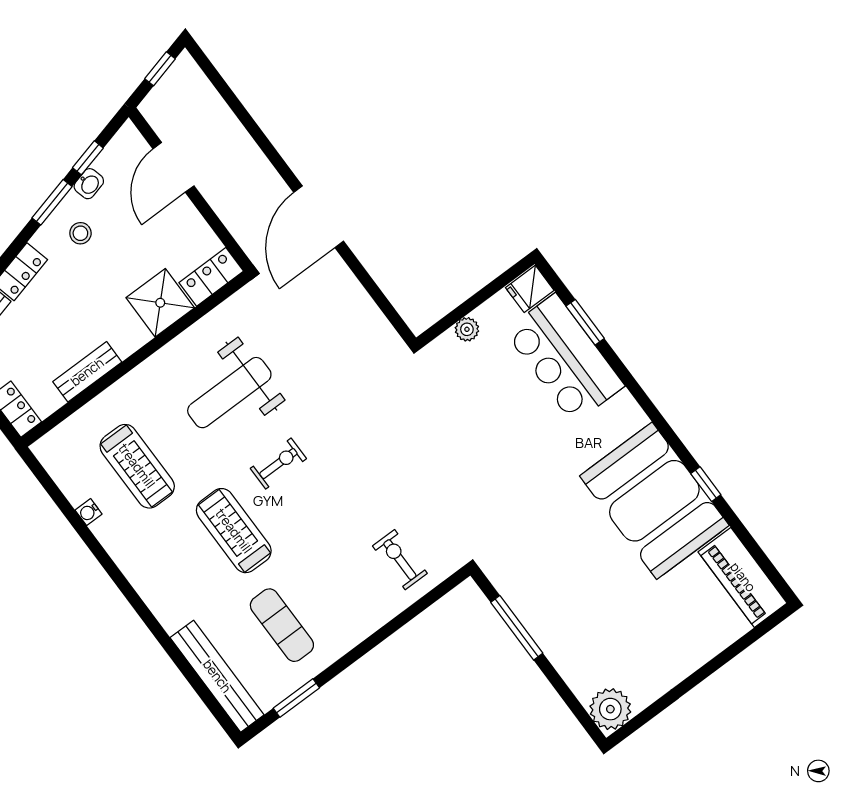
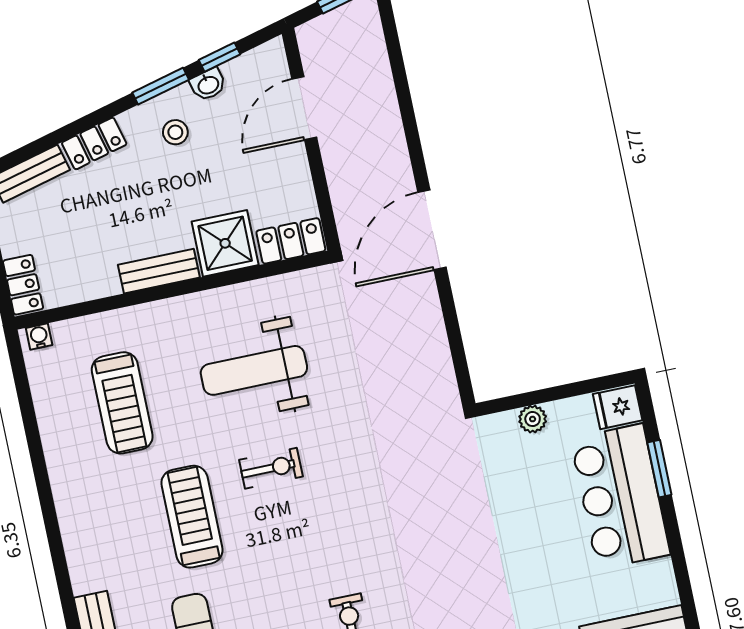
bench: (87, 372) -> (159, 271), moved
water cooler: (89, 512) -> (39, 337), moved, turned 90

